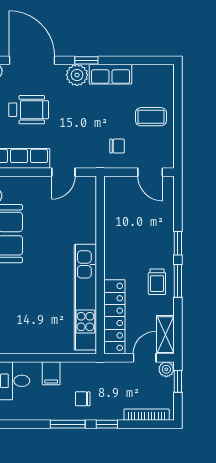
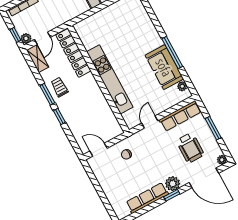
row of seats: (110, 74) -> (147, 198), width x1.48
wheelchair: (29, 110) -> (190, 148), turned -90
coffee table: (151, 117) -> (116, 183), removed
kitchen unit: (85, 297) -> (110, 79), moved

